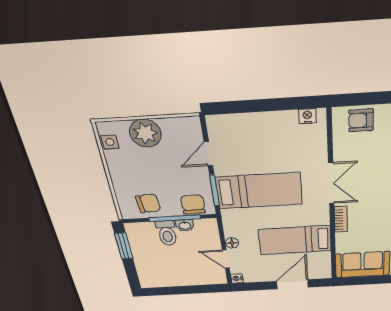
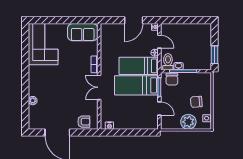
door: (208, 154) -> (159, 109), hinge flipped
chair: (148, 203) -> (196, 102), moved
toilet: (167, 233) -> (168, 62), moved
bed: (295, 240) -> (139, 66), moved, turned 180
door: (292, 284) -> (134, 20), moved

